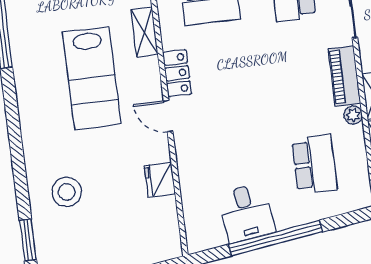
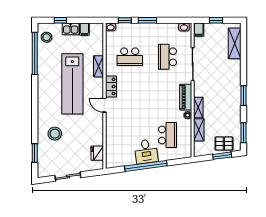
lab bench: (92, 78) -> (72, 84), width x1.36
fridge: (160, 180) -> (97, 153), moved
desk: (247, 213) -> (146, 151), moved

